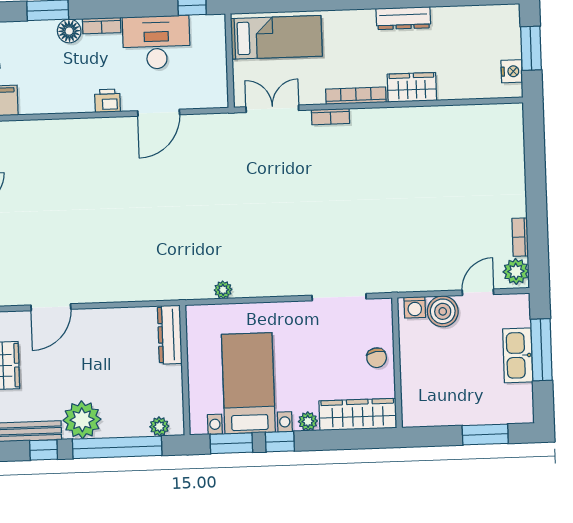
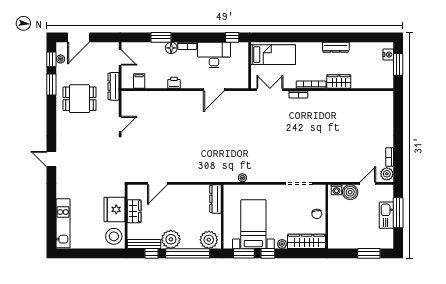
nightstand: (512, 71) -> (388, 55), moved
printer: (108, 101) -> (174, 83), moved
plant: (159, 426) -> (209, 240), width x1.88, depth x1.88

